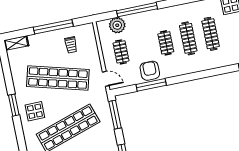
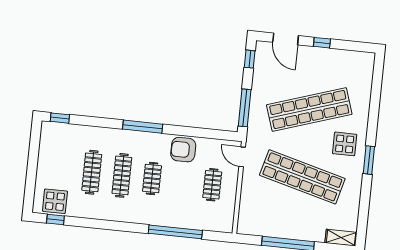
plant: (117, 25) -> (206, 220), removed
trolley: (71, 45) -> (273, 214), removed
armchair: (150, 71) -> (183, 150), turned 90
window: (151, 85) -> (143, 127), moved

